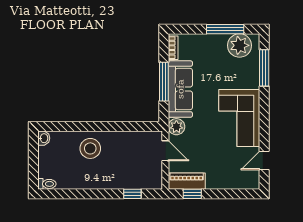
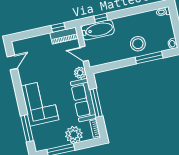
plant: (240, 45) -> (74, 135), moved
corner sofa: (239, 118) -> (40, 103), moved
window: (79, 126) -> (149, 58), added
bathtub: (140, 179) -> (98, 30), added

